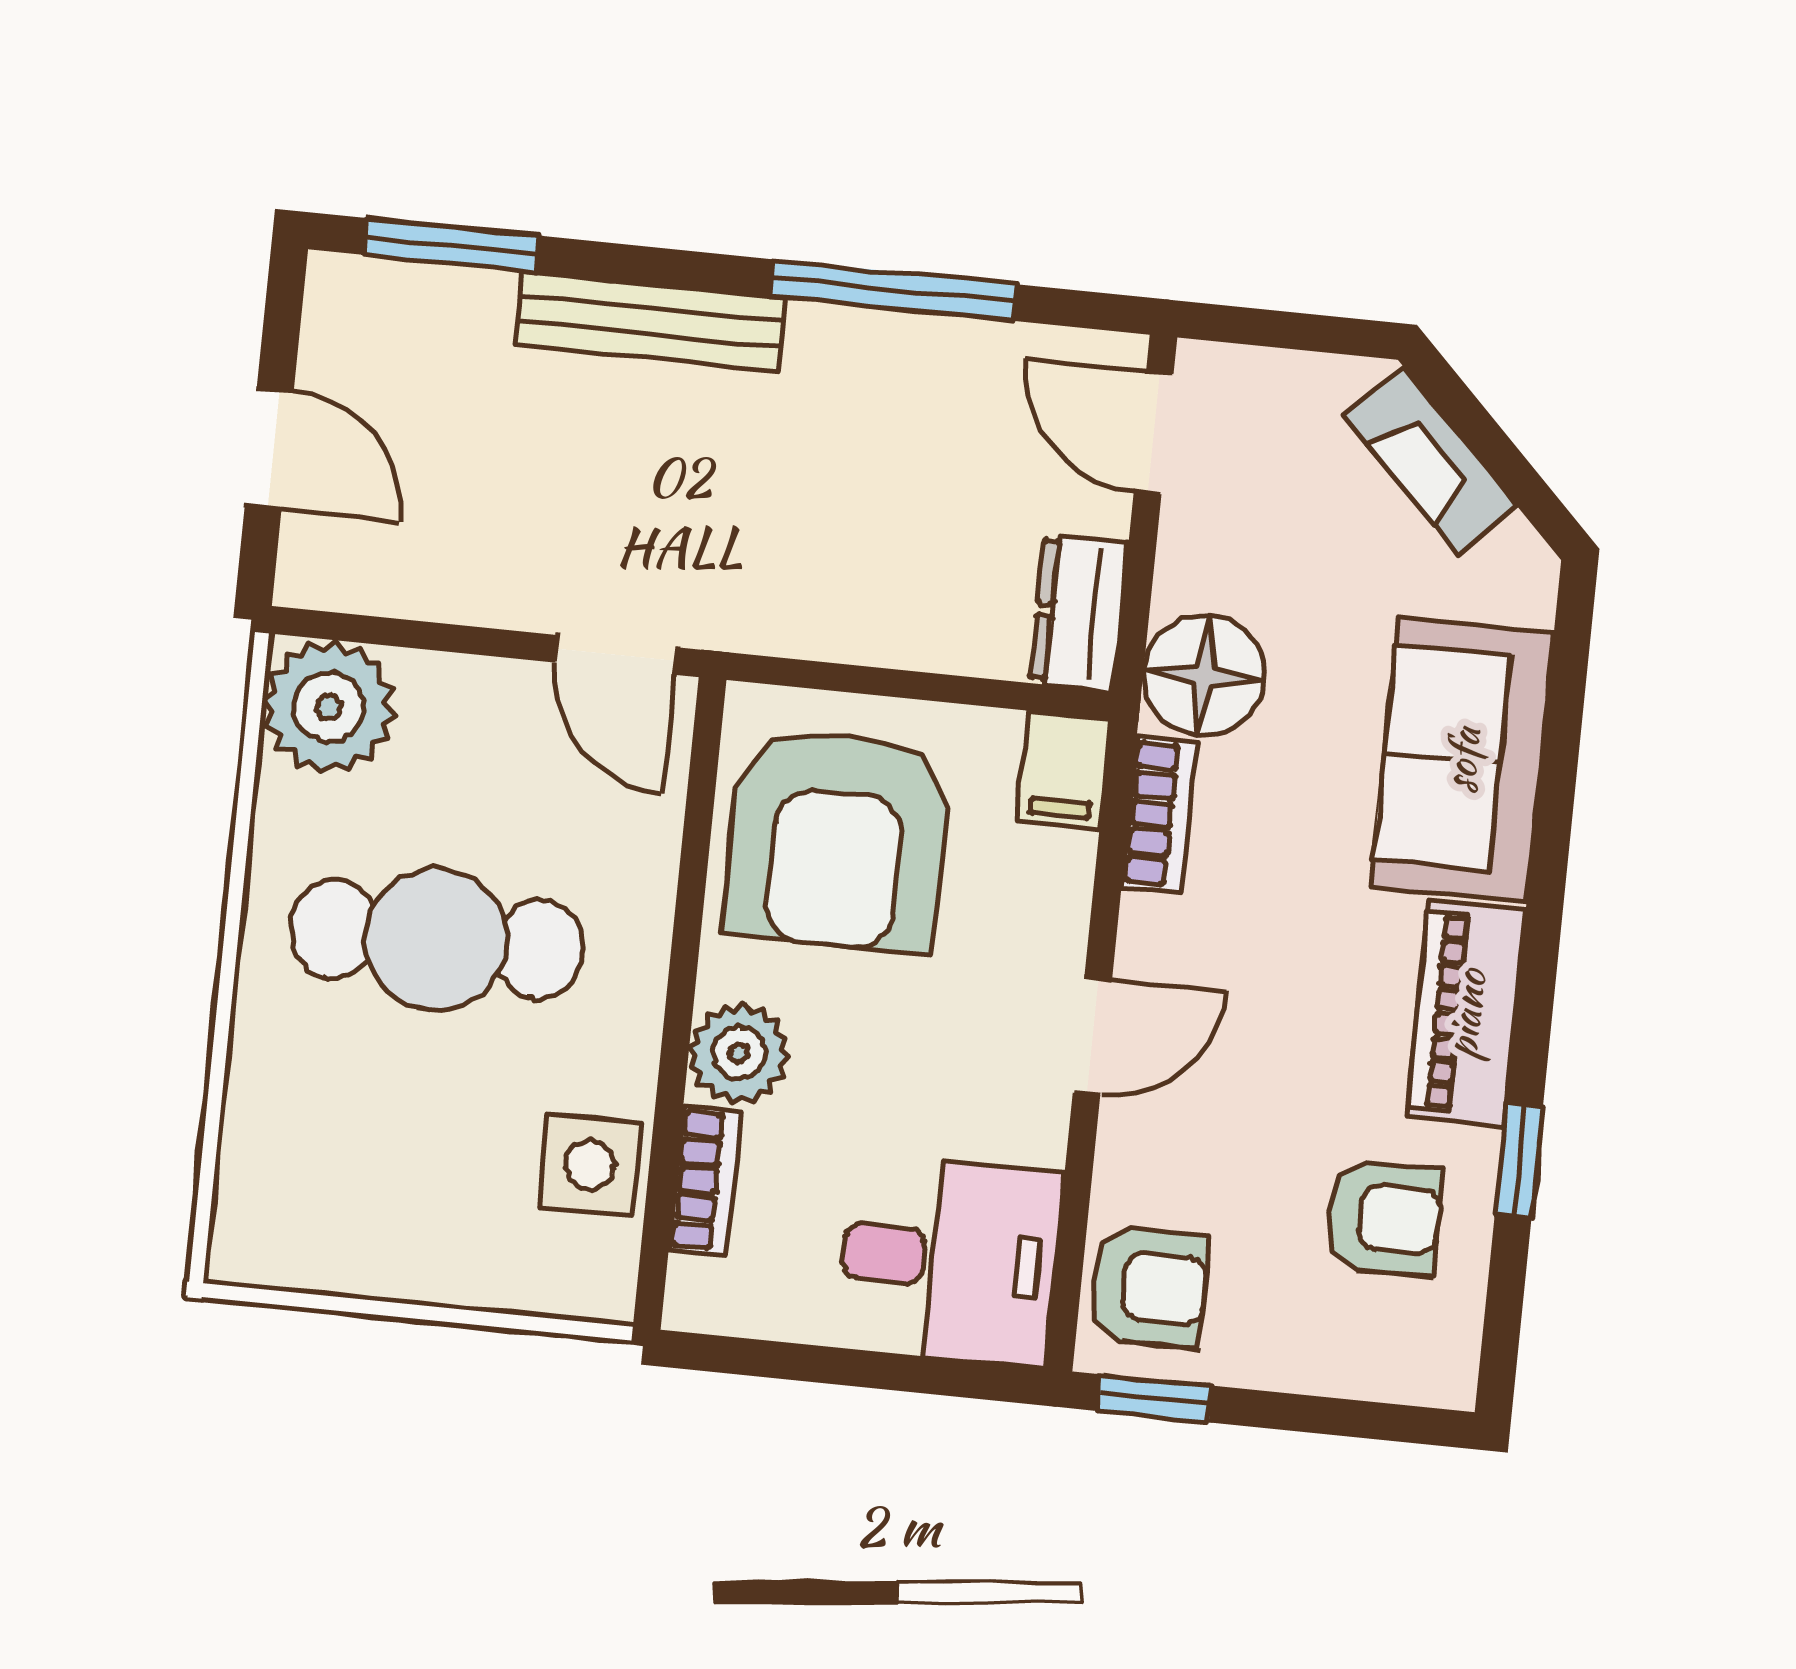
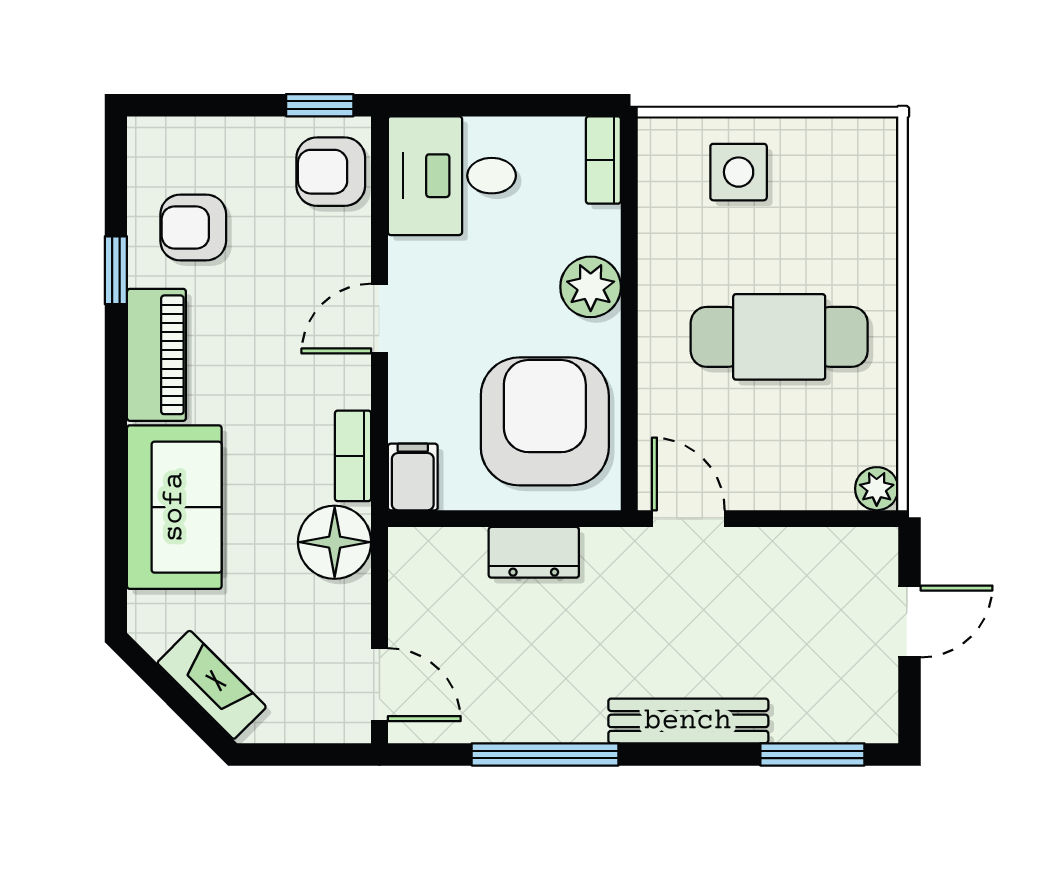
door: (269, 448) -> (909, 621), swing flipped
dresser: (1079, 613) -> (534, 552), moved, turned 90
plant: (329, 707) -> (877, 489), width x0.53, depth x0.53
side table: (590, 1165) -> (739, 172), moved
bookcase: (705, 1181) -> (603, 160), moved

